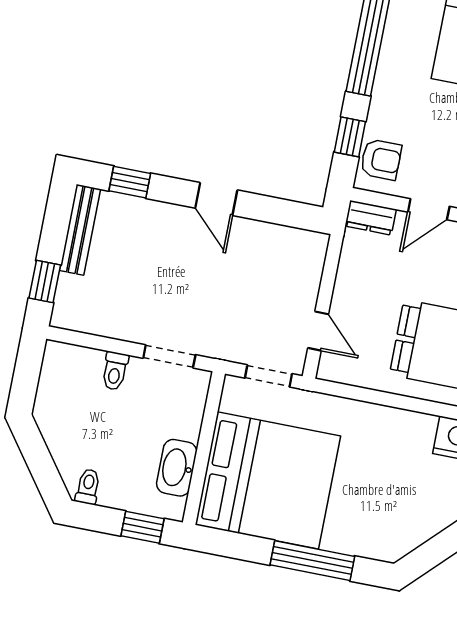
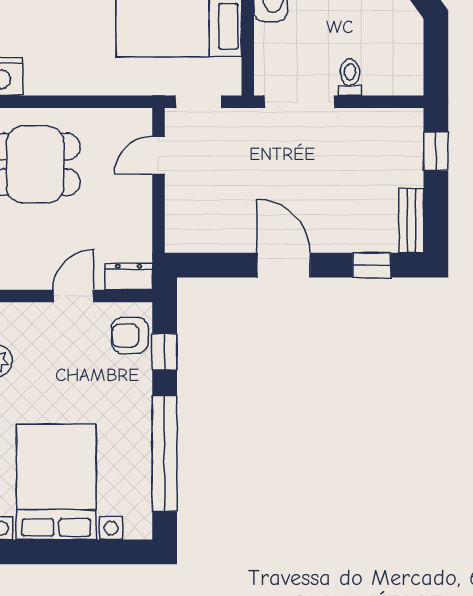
door: (216, 199) -> (284, 265), width x1.38
bench: (80, 230) -> (411, 221), width x0.73
door: (318, 331) -> (158, 155), hinge flipped
doorway: (169, 356) -> (299, 102), width x1.38

